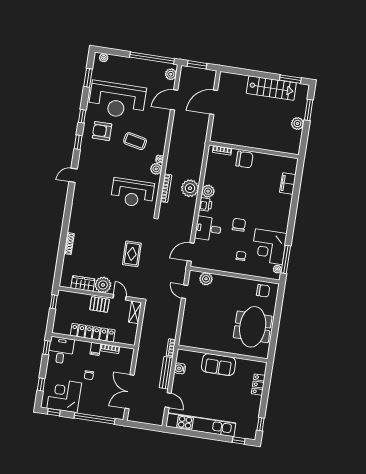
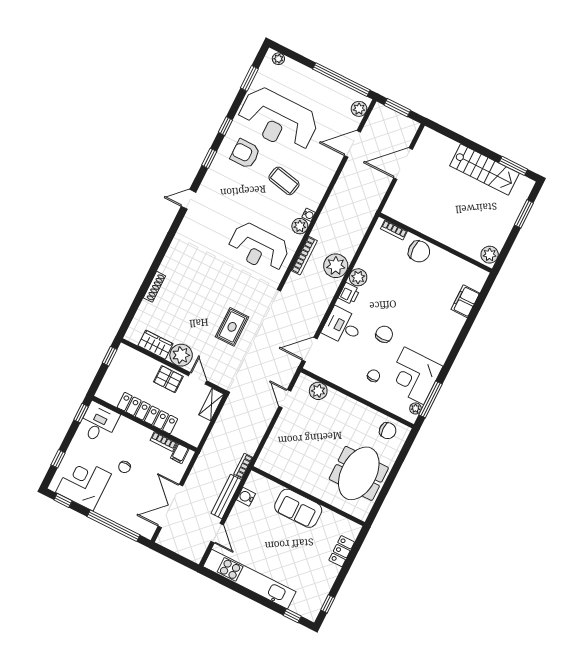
plant: (297, 123) -> (490, 255), moved
filing cabinet: (95, 349) -> (180, 453), moved

